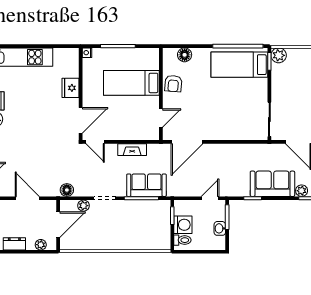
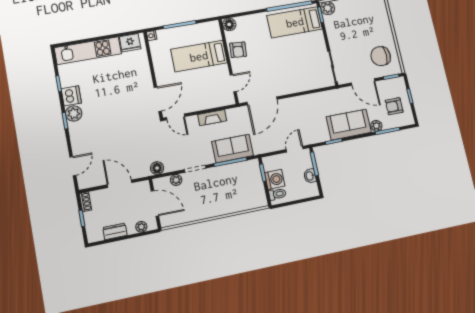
floor lamp: (185, 55) -> (229, 24), moved
fridge: (71, 88) -> (130, 43), moved, turned -90
door: (58, 225) -> (155, 203), hinge flipped

